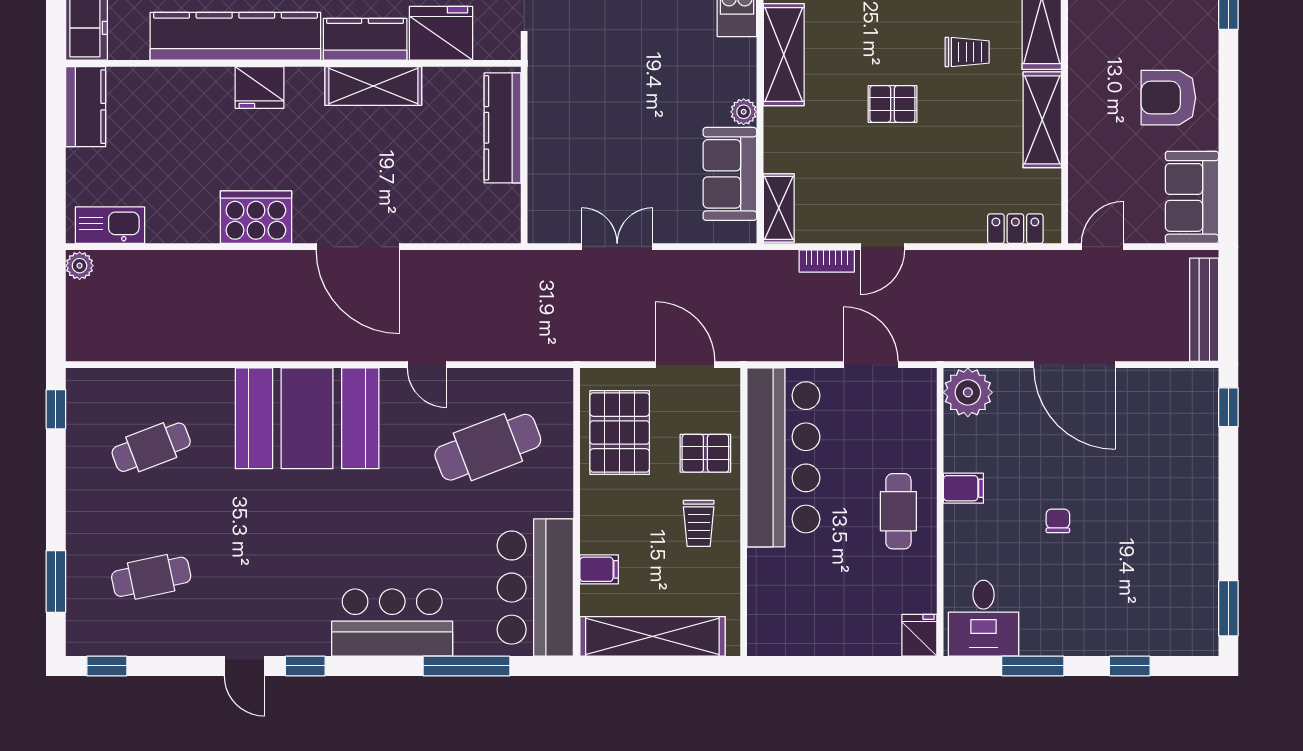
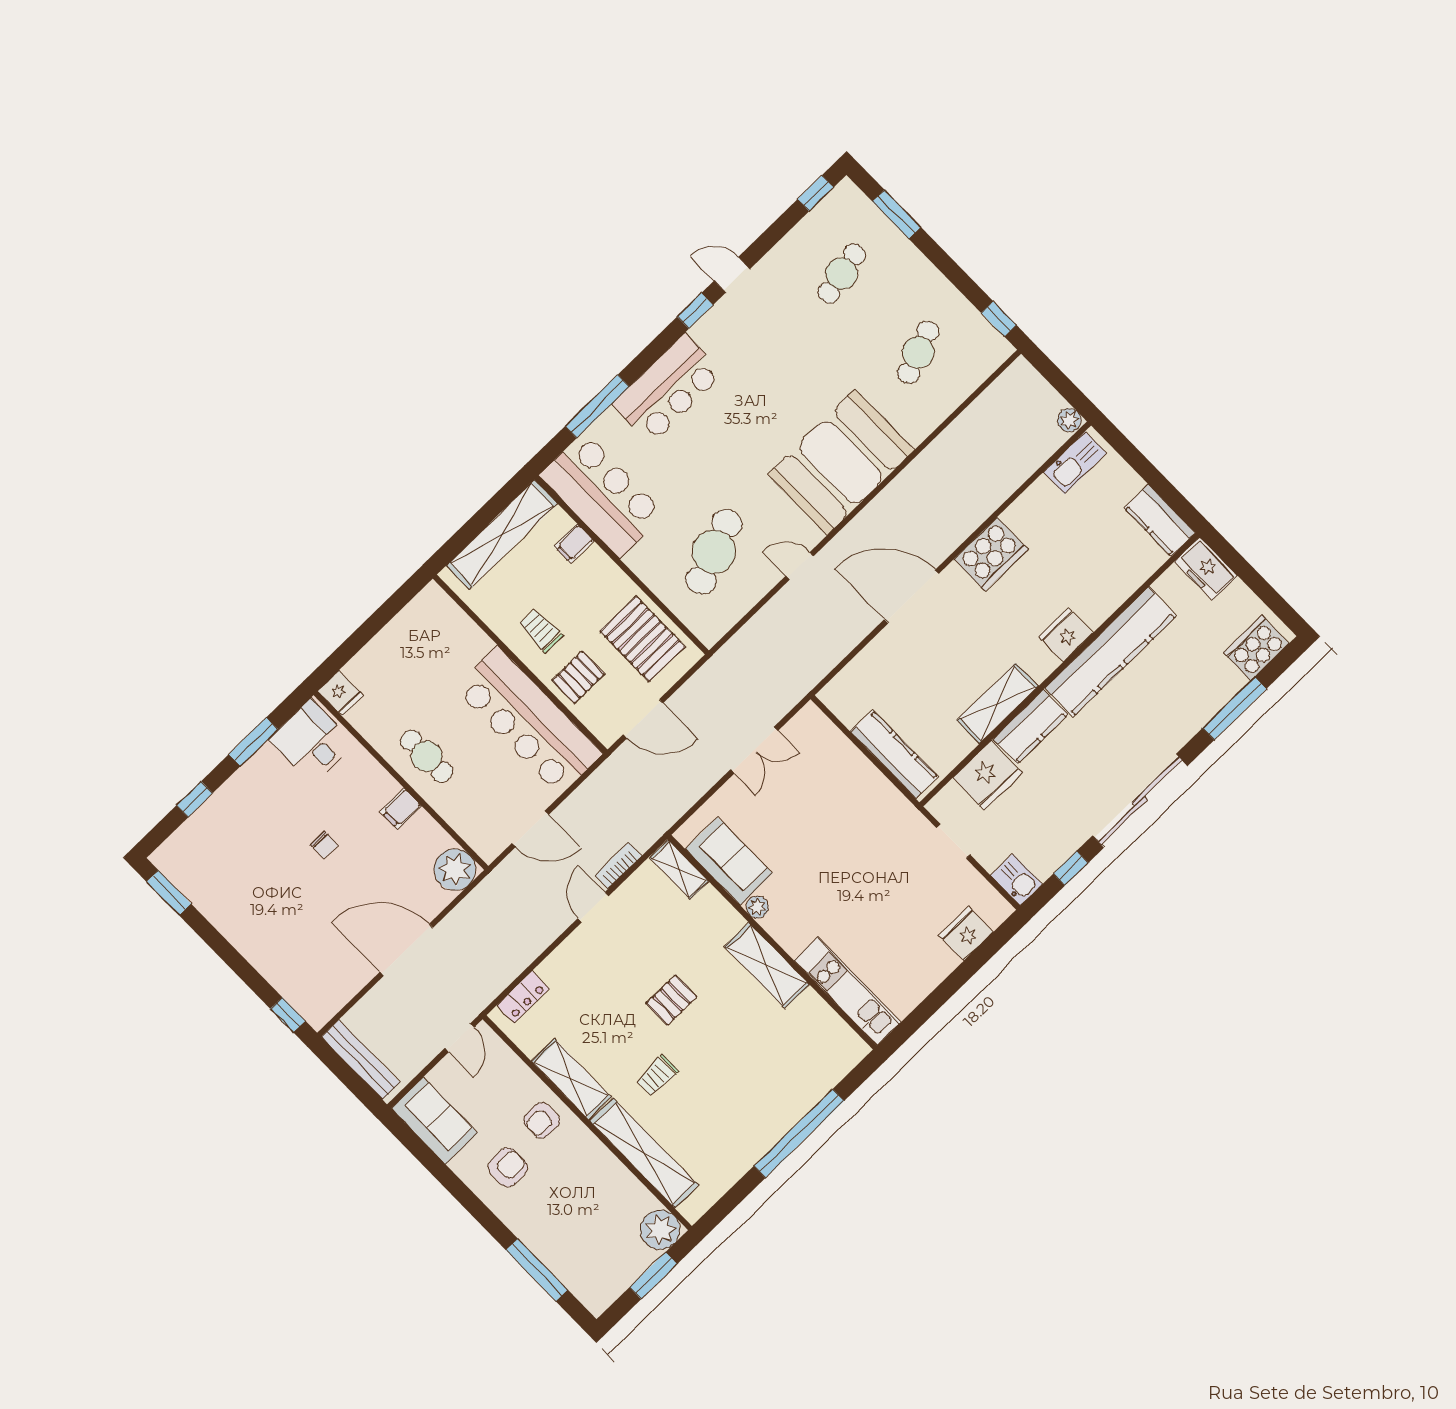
armchair: (1168, 98) -> (508, 1167), width x0.72, depth x0.72
armchair: (1101, 109) -> (542, 1120), added

